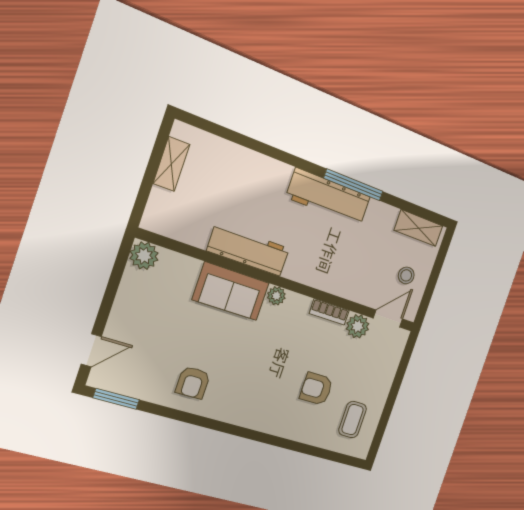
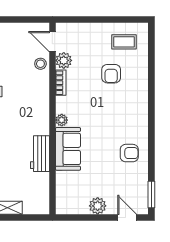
workbench: (248, 250) -> (40, 154), width x0.73
plant: (144, 256) -> (98, 206), moved
stool: (406, 275) -> (40, 64), moved

